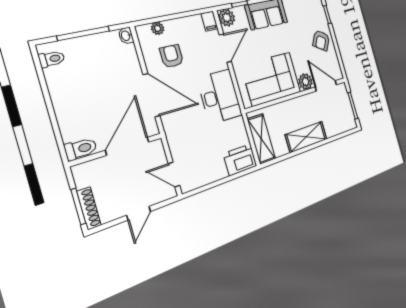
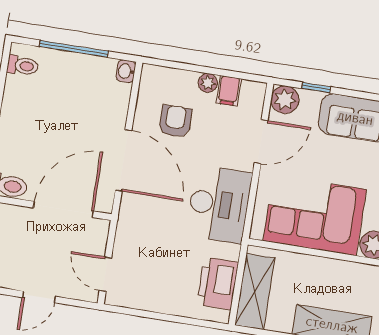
filing cabinet: (209, 21) -> (229, 91), moved
plant: (158, 28) -> (208, 83), moved
printer: (240, 160) -> (218, 283), moved, turned -90

